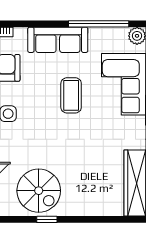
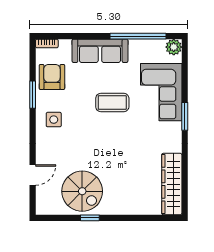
coffee table: (71, 95) -> (112, 103), turned 90

